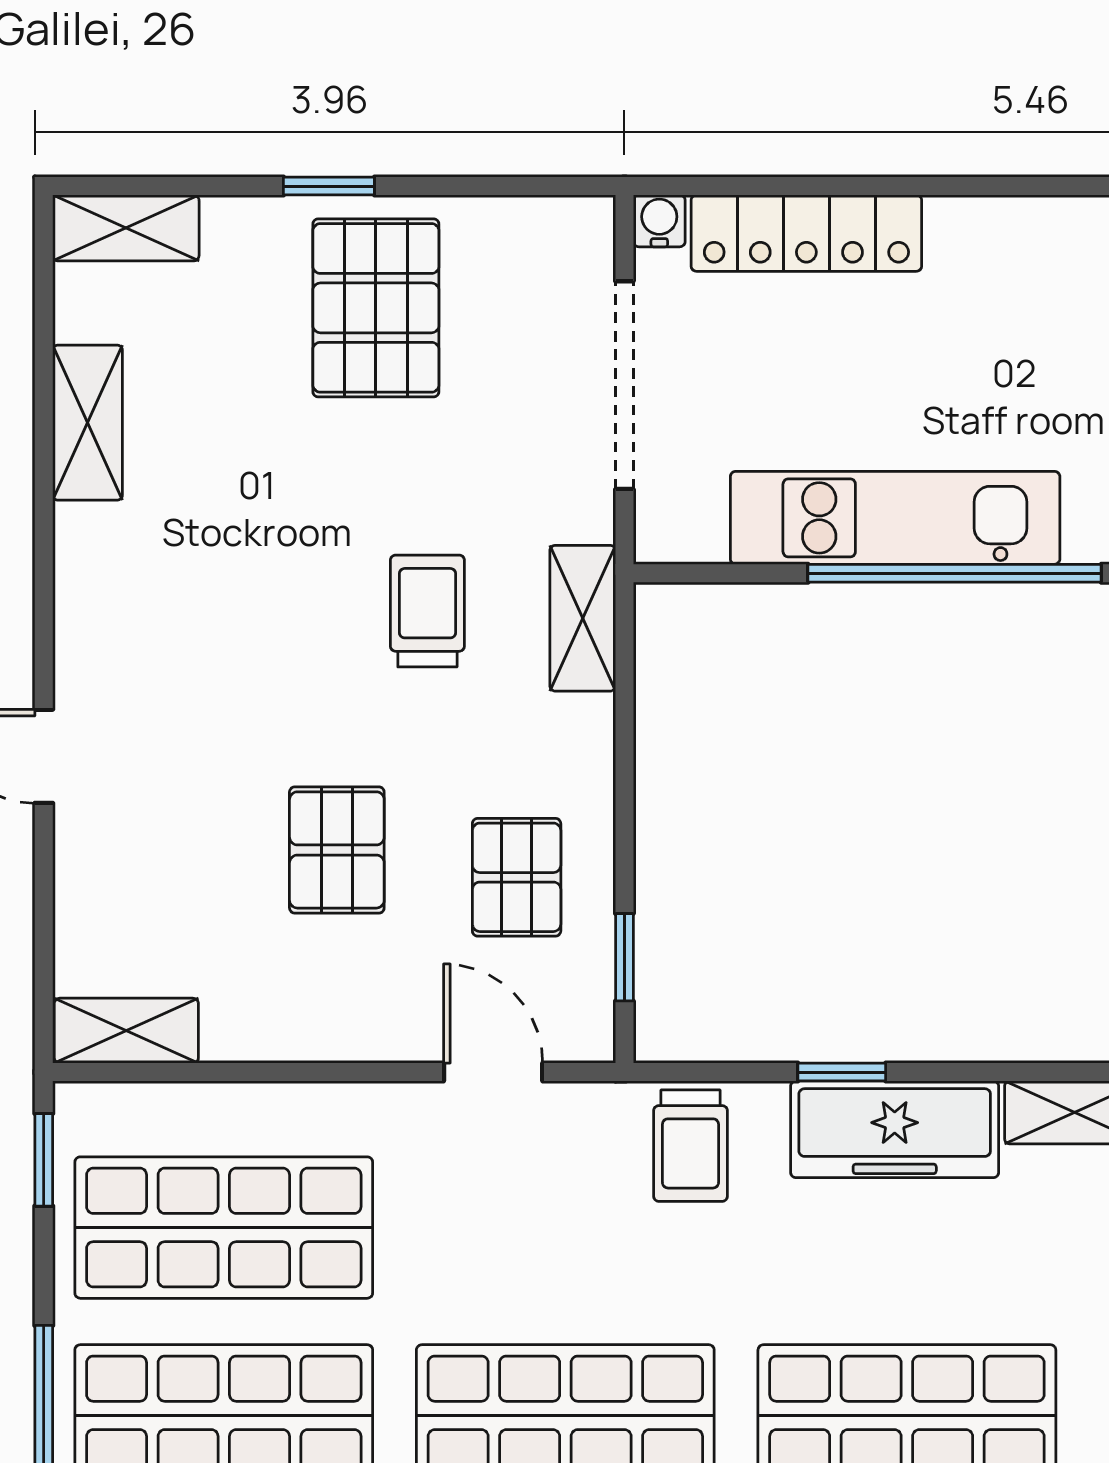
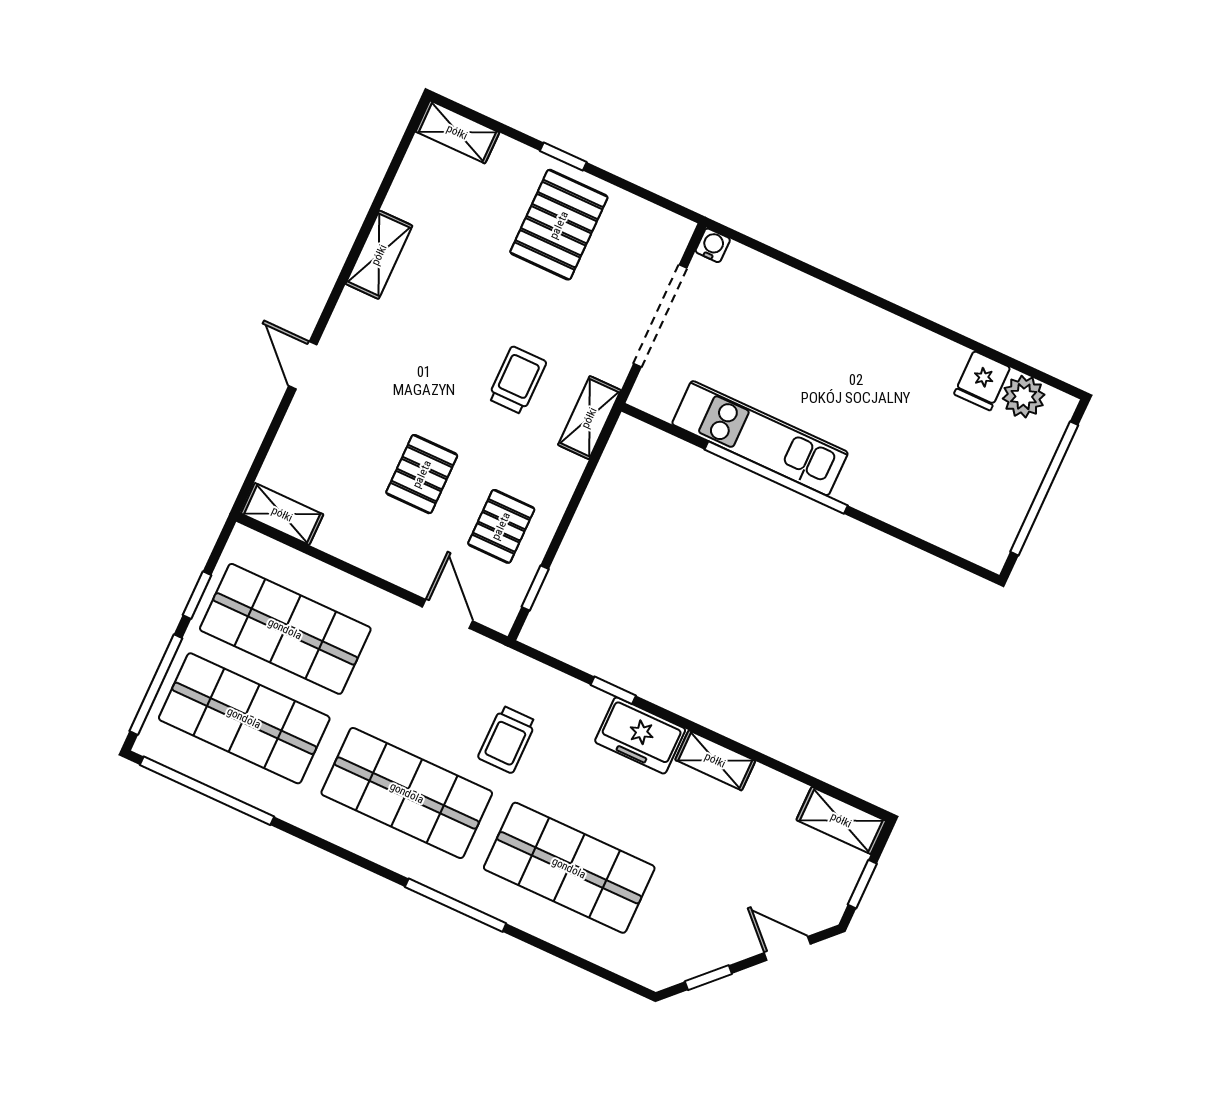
locker: (806, 233) -> (780, 283), removed
shelving: (88, 423) -> (379, 255), moved
freezer: (895, 1129) -> (640, 735), width x0.71
trolley: (690, 1146) -> (507, 739), moved
window: (44, 1160) -> (197, 595), moved

